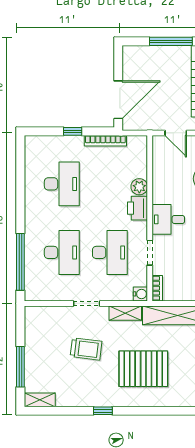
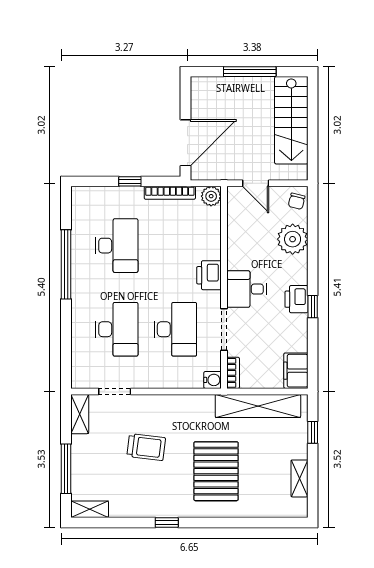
plant: (139, 187) -> (211, 196), moved
doorway: (150, 253) -> (224, 329), width x1.38
window: (20, 262) -> (66, 264), moved
doorway: (87, 303) -> (115, 391), moved
shelving: (125, 313) -> (80, 414), moved, turned 90
pallet: (143, 369) -> (216, 471), turned 90

